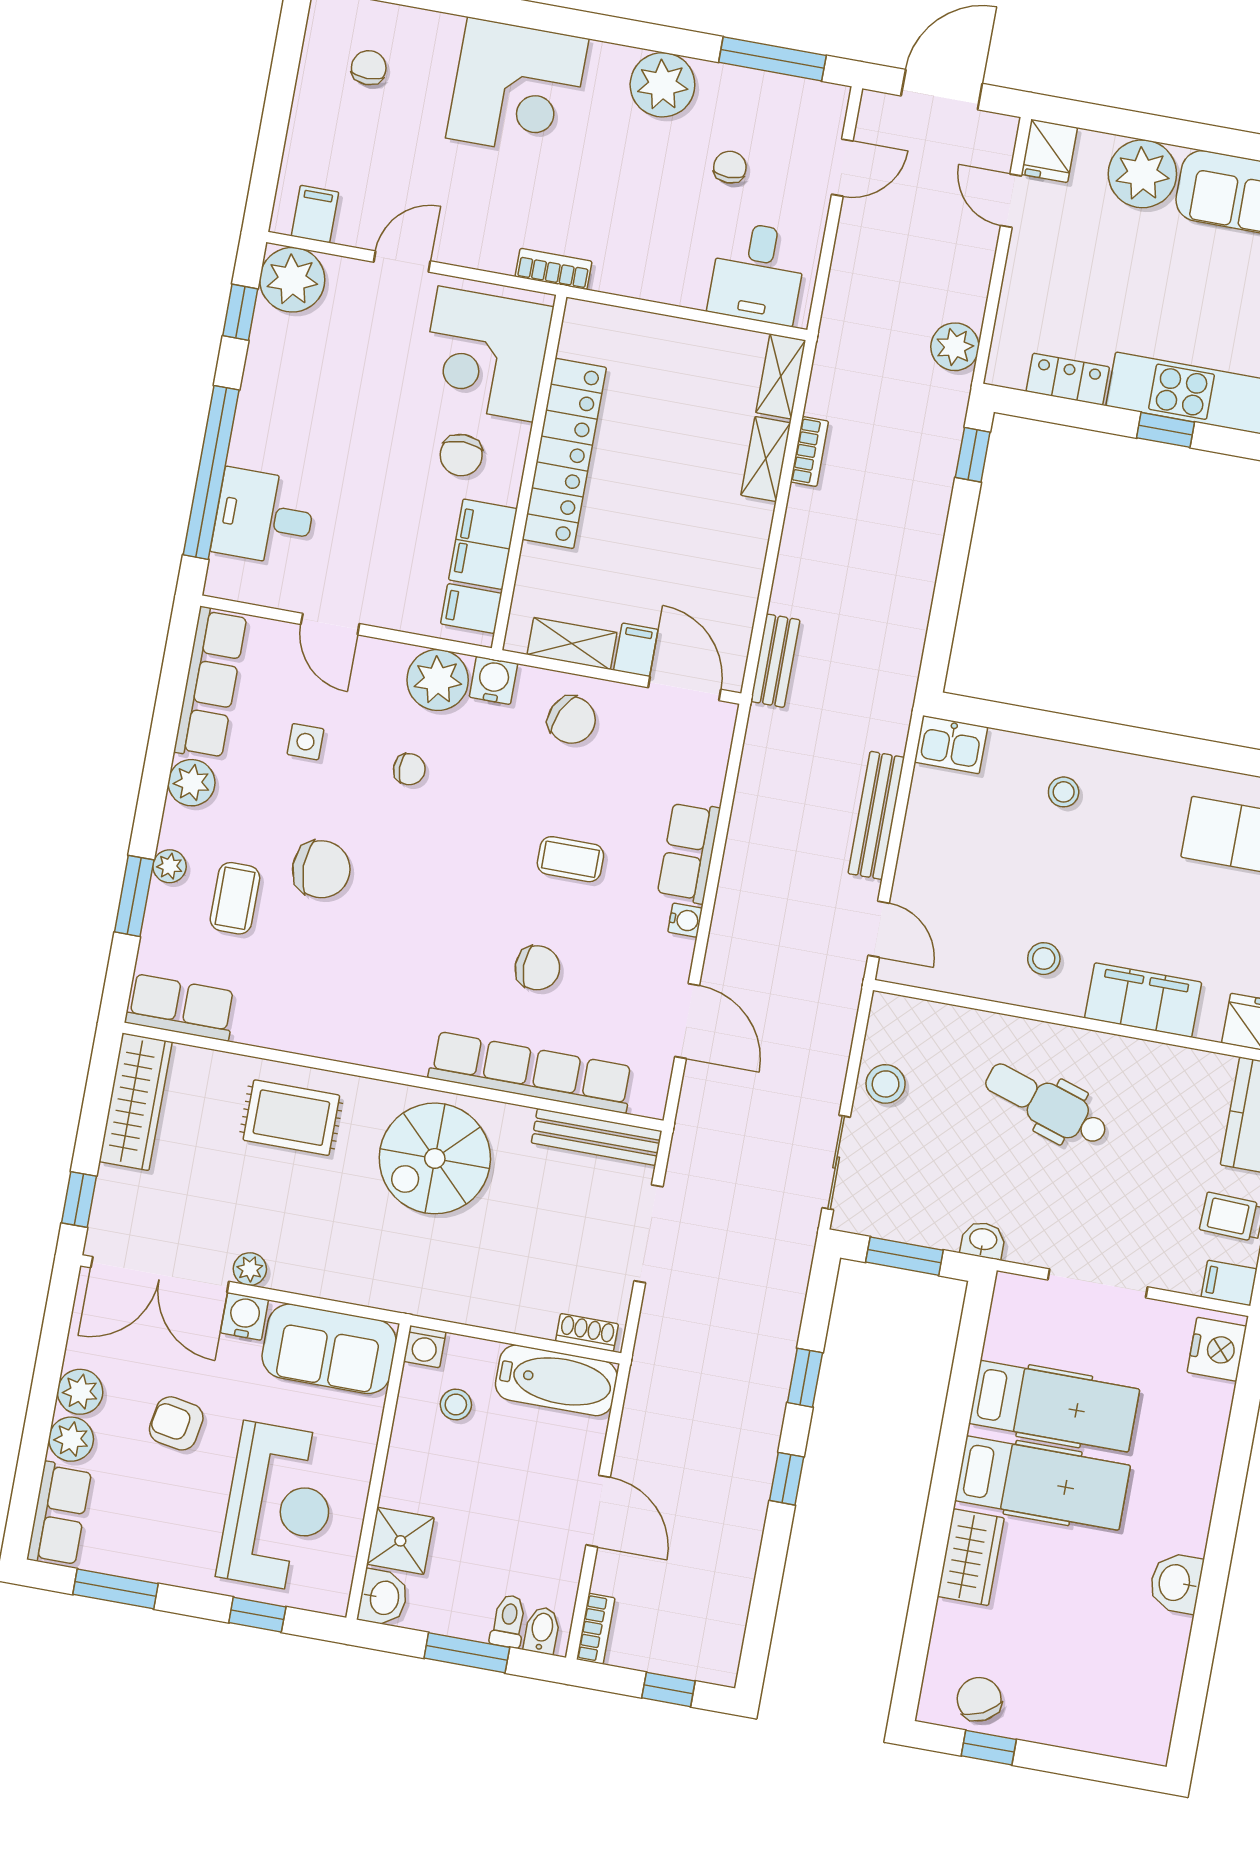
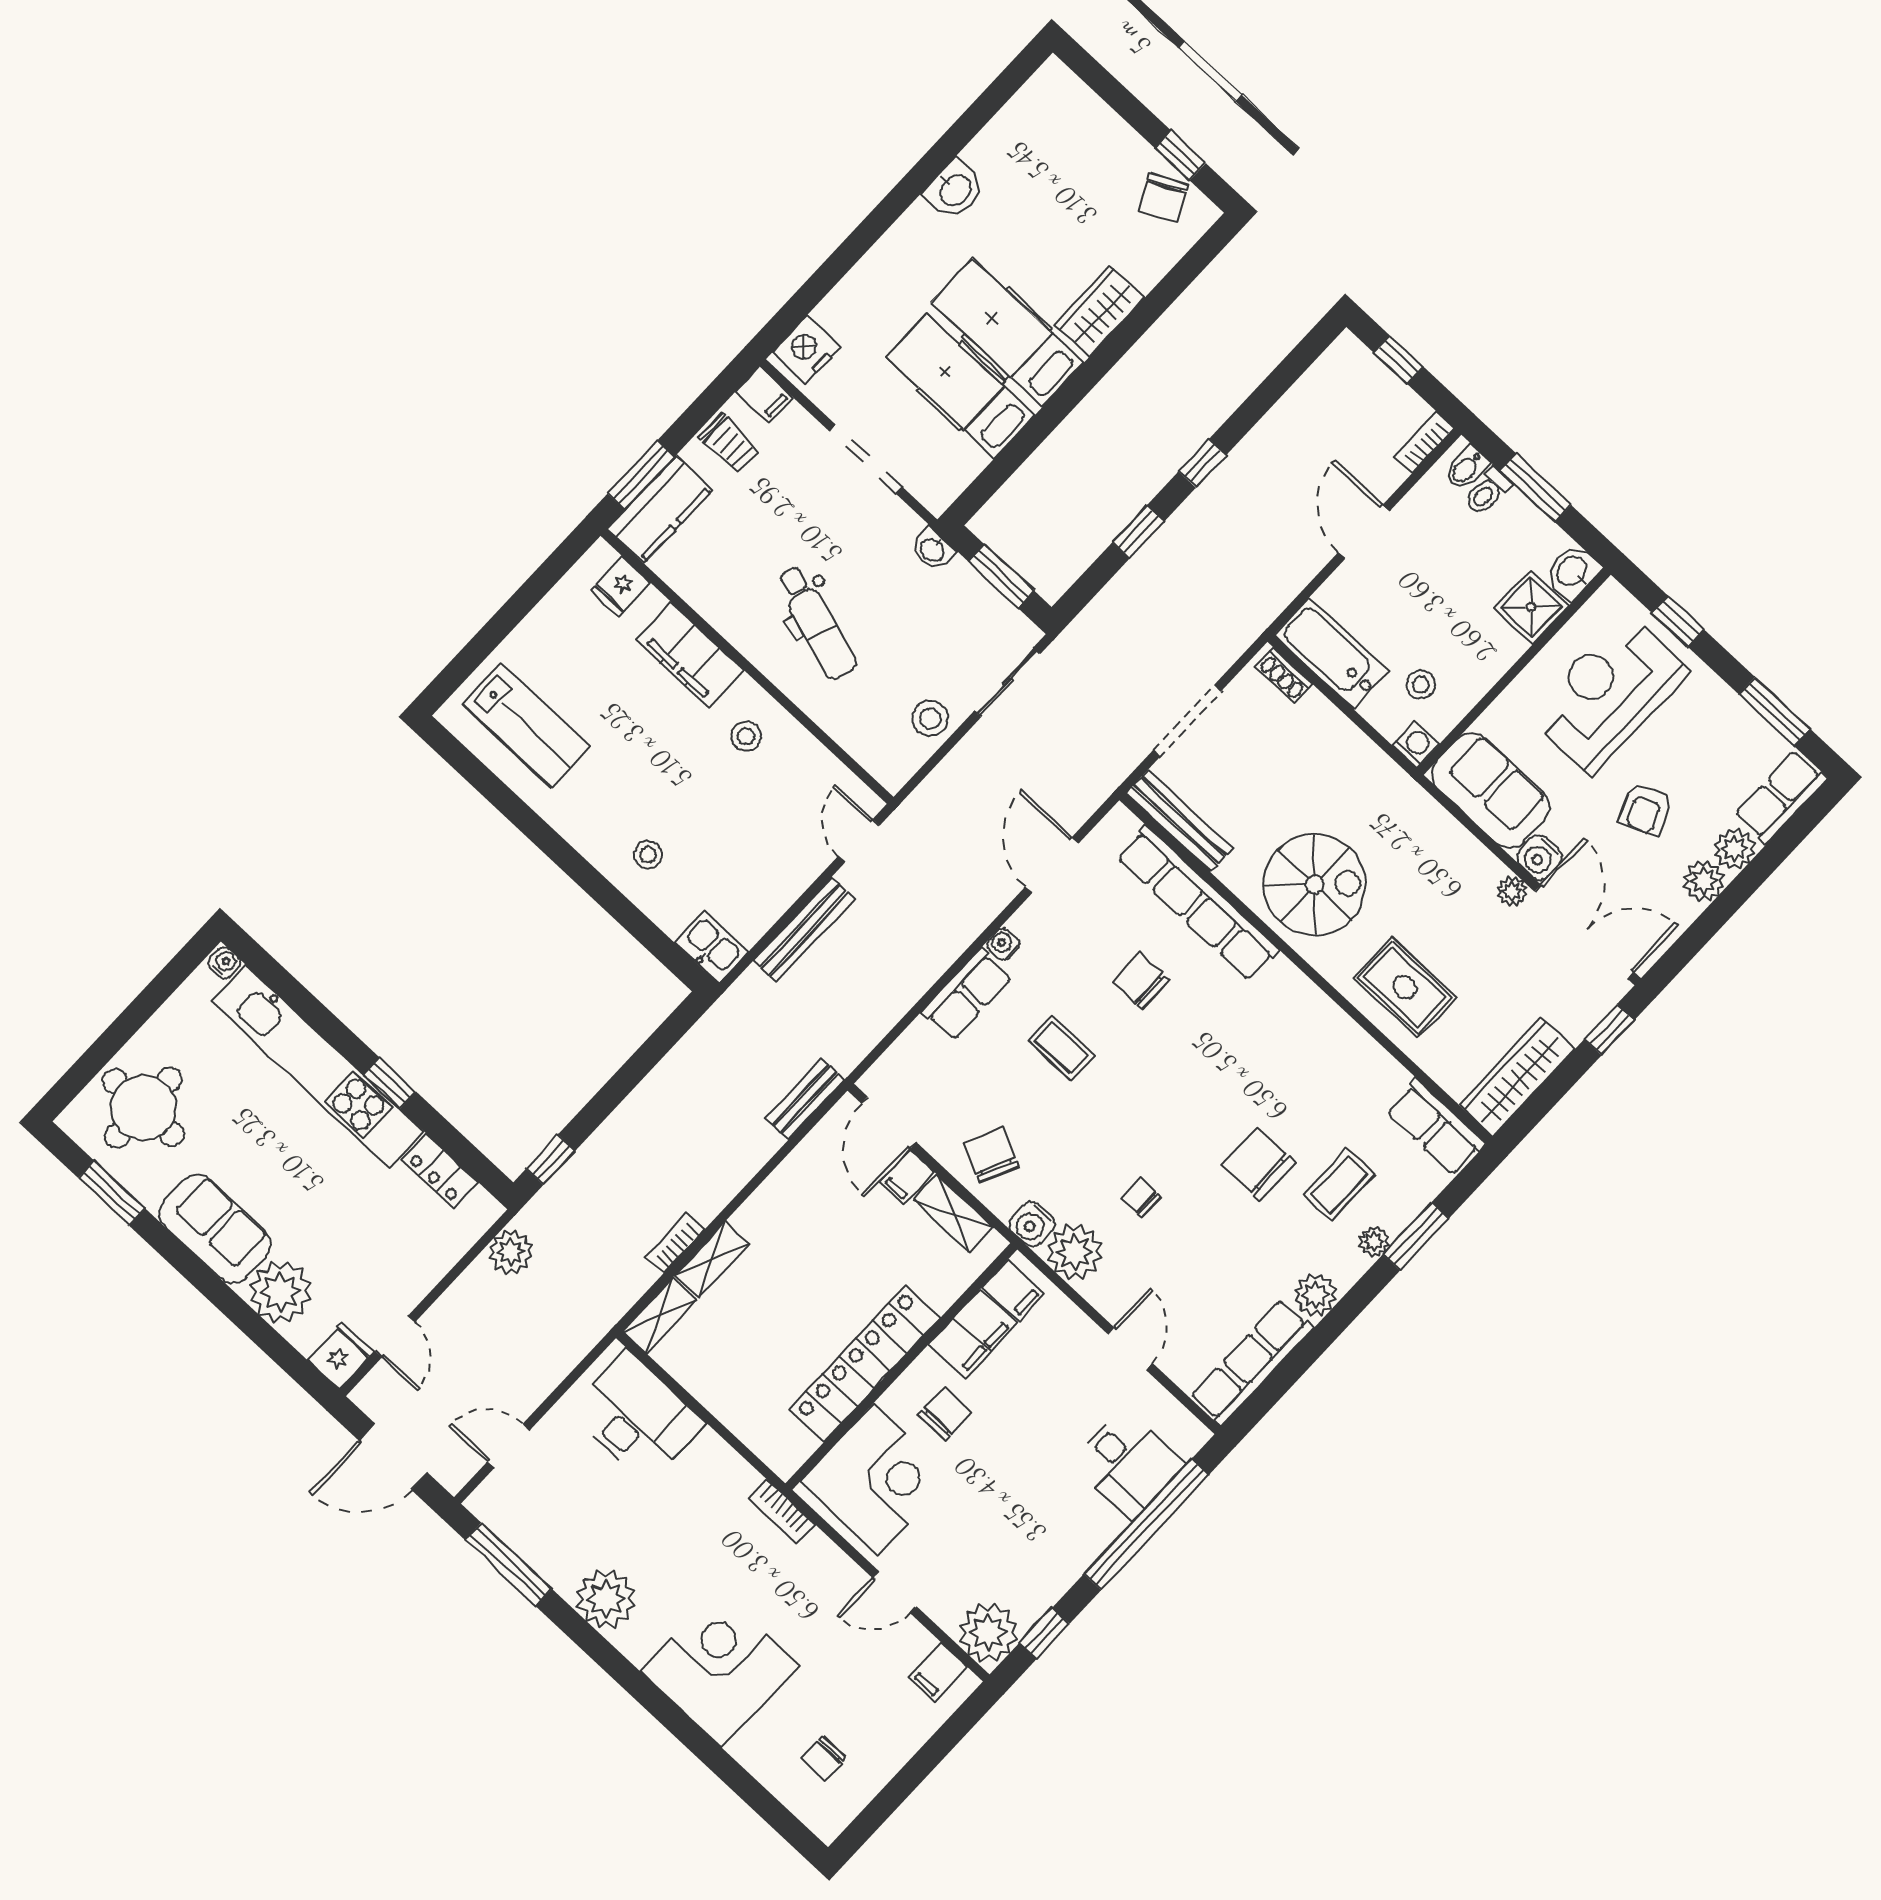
chair: (730, 167) -> (595, 1502), removed
desk: (758, 273) -> (637, 1417), width x1.37
side table: (305, 742) -> (1207, 1270), removed
armchair: (176, 1423) -> (1645, 809), turned 57

